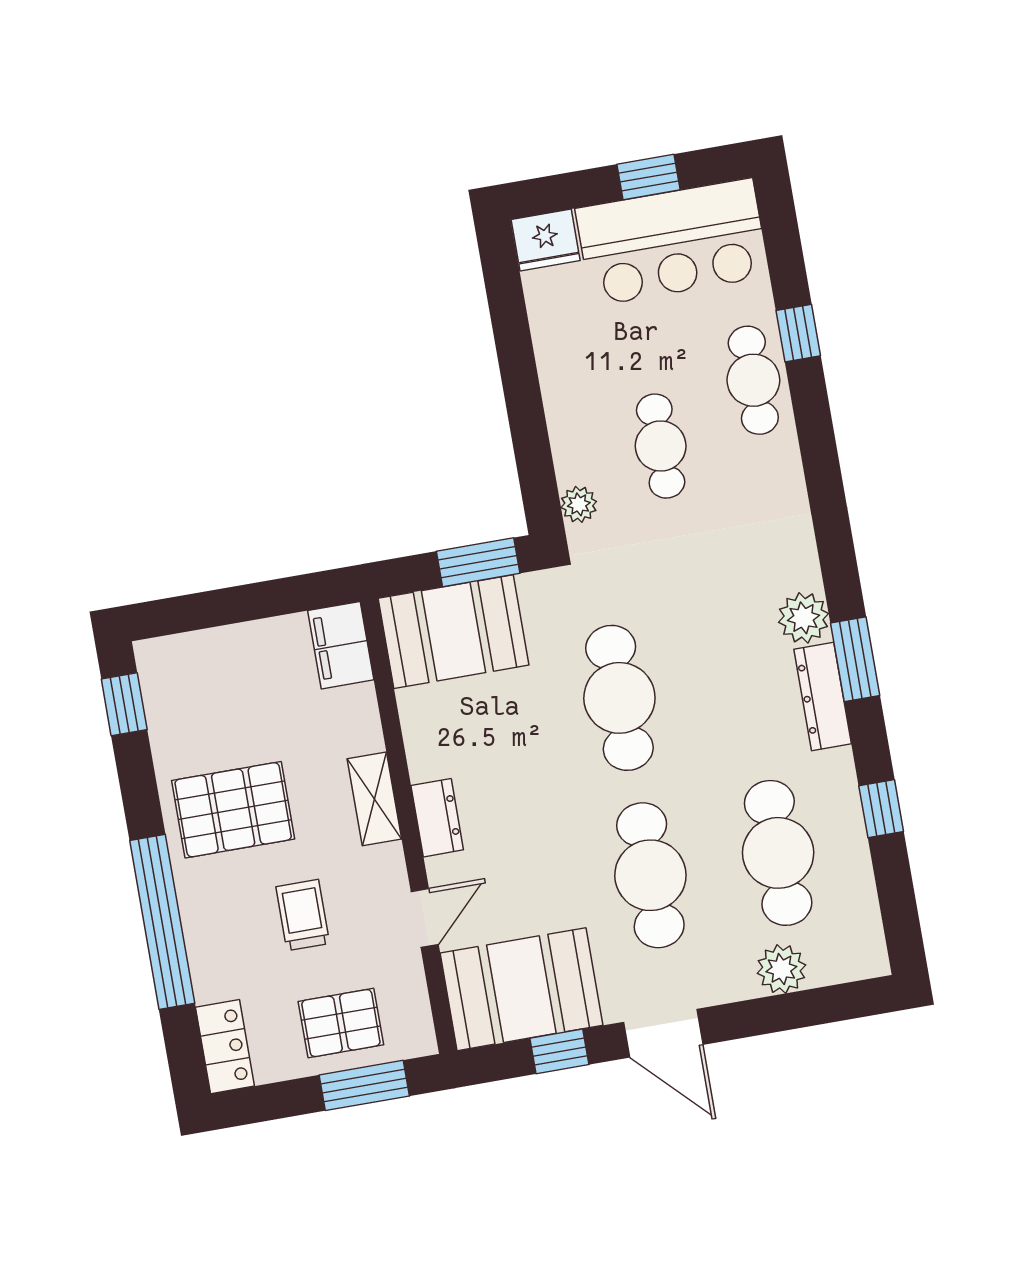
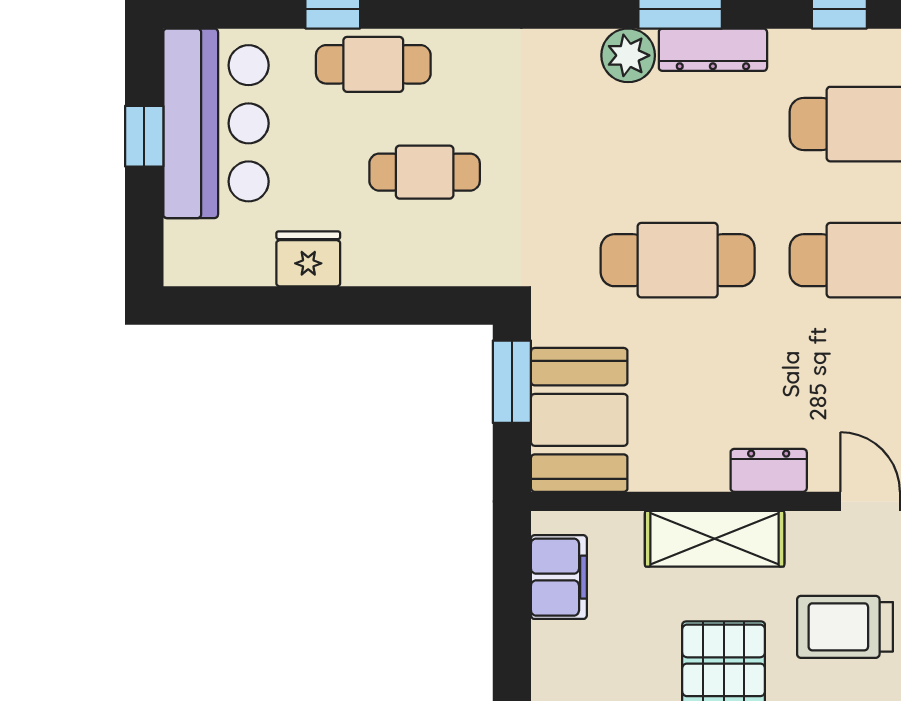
fridge: (546, 240) -> (308, 259), moved, turned -90
plant: (579, 504) -> (470, 267), removed
filing cabinet: (341, 645) -> (559, 577), moved, turned -90
shelving: (374, 799) -> (715, 539), width x1.50, depth x1.33
trolley: (303, 915) -> (845, 627), width x1.36, depth x1.39

